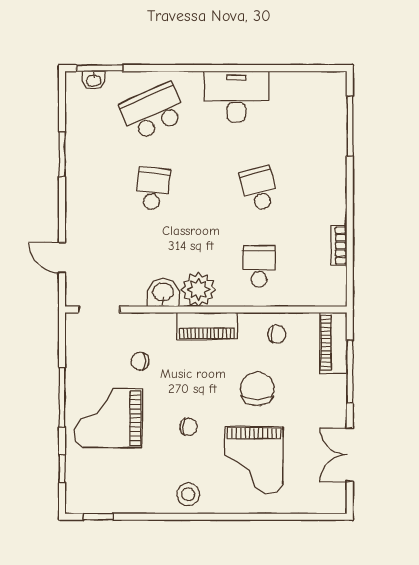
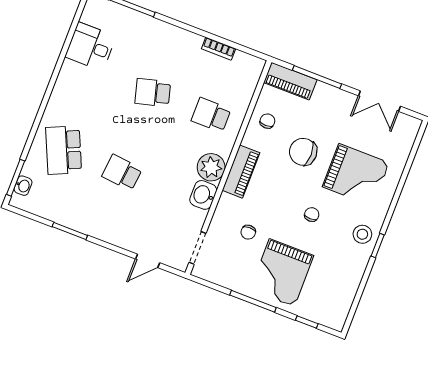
desk: (236, 96) -> (91, 47), moved, width x0.73
window: (98, 517) -> (378, 246), moved

